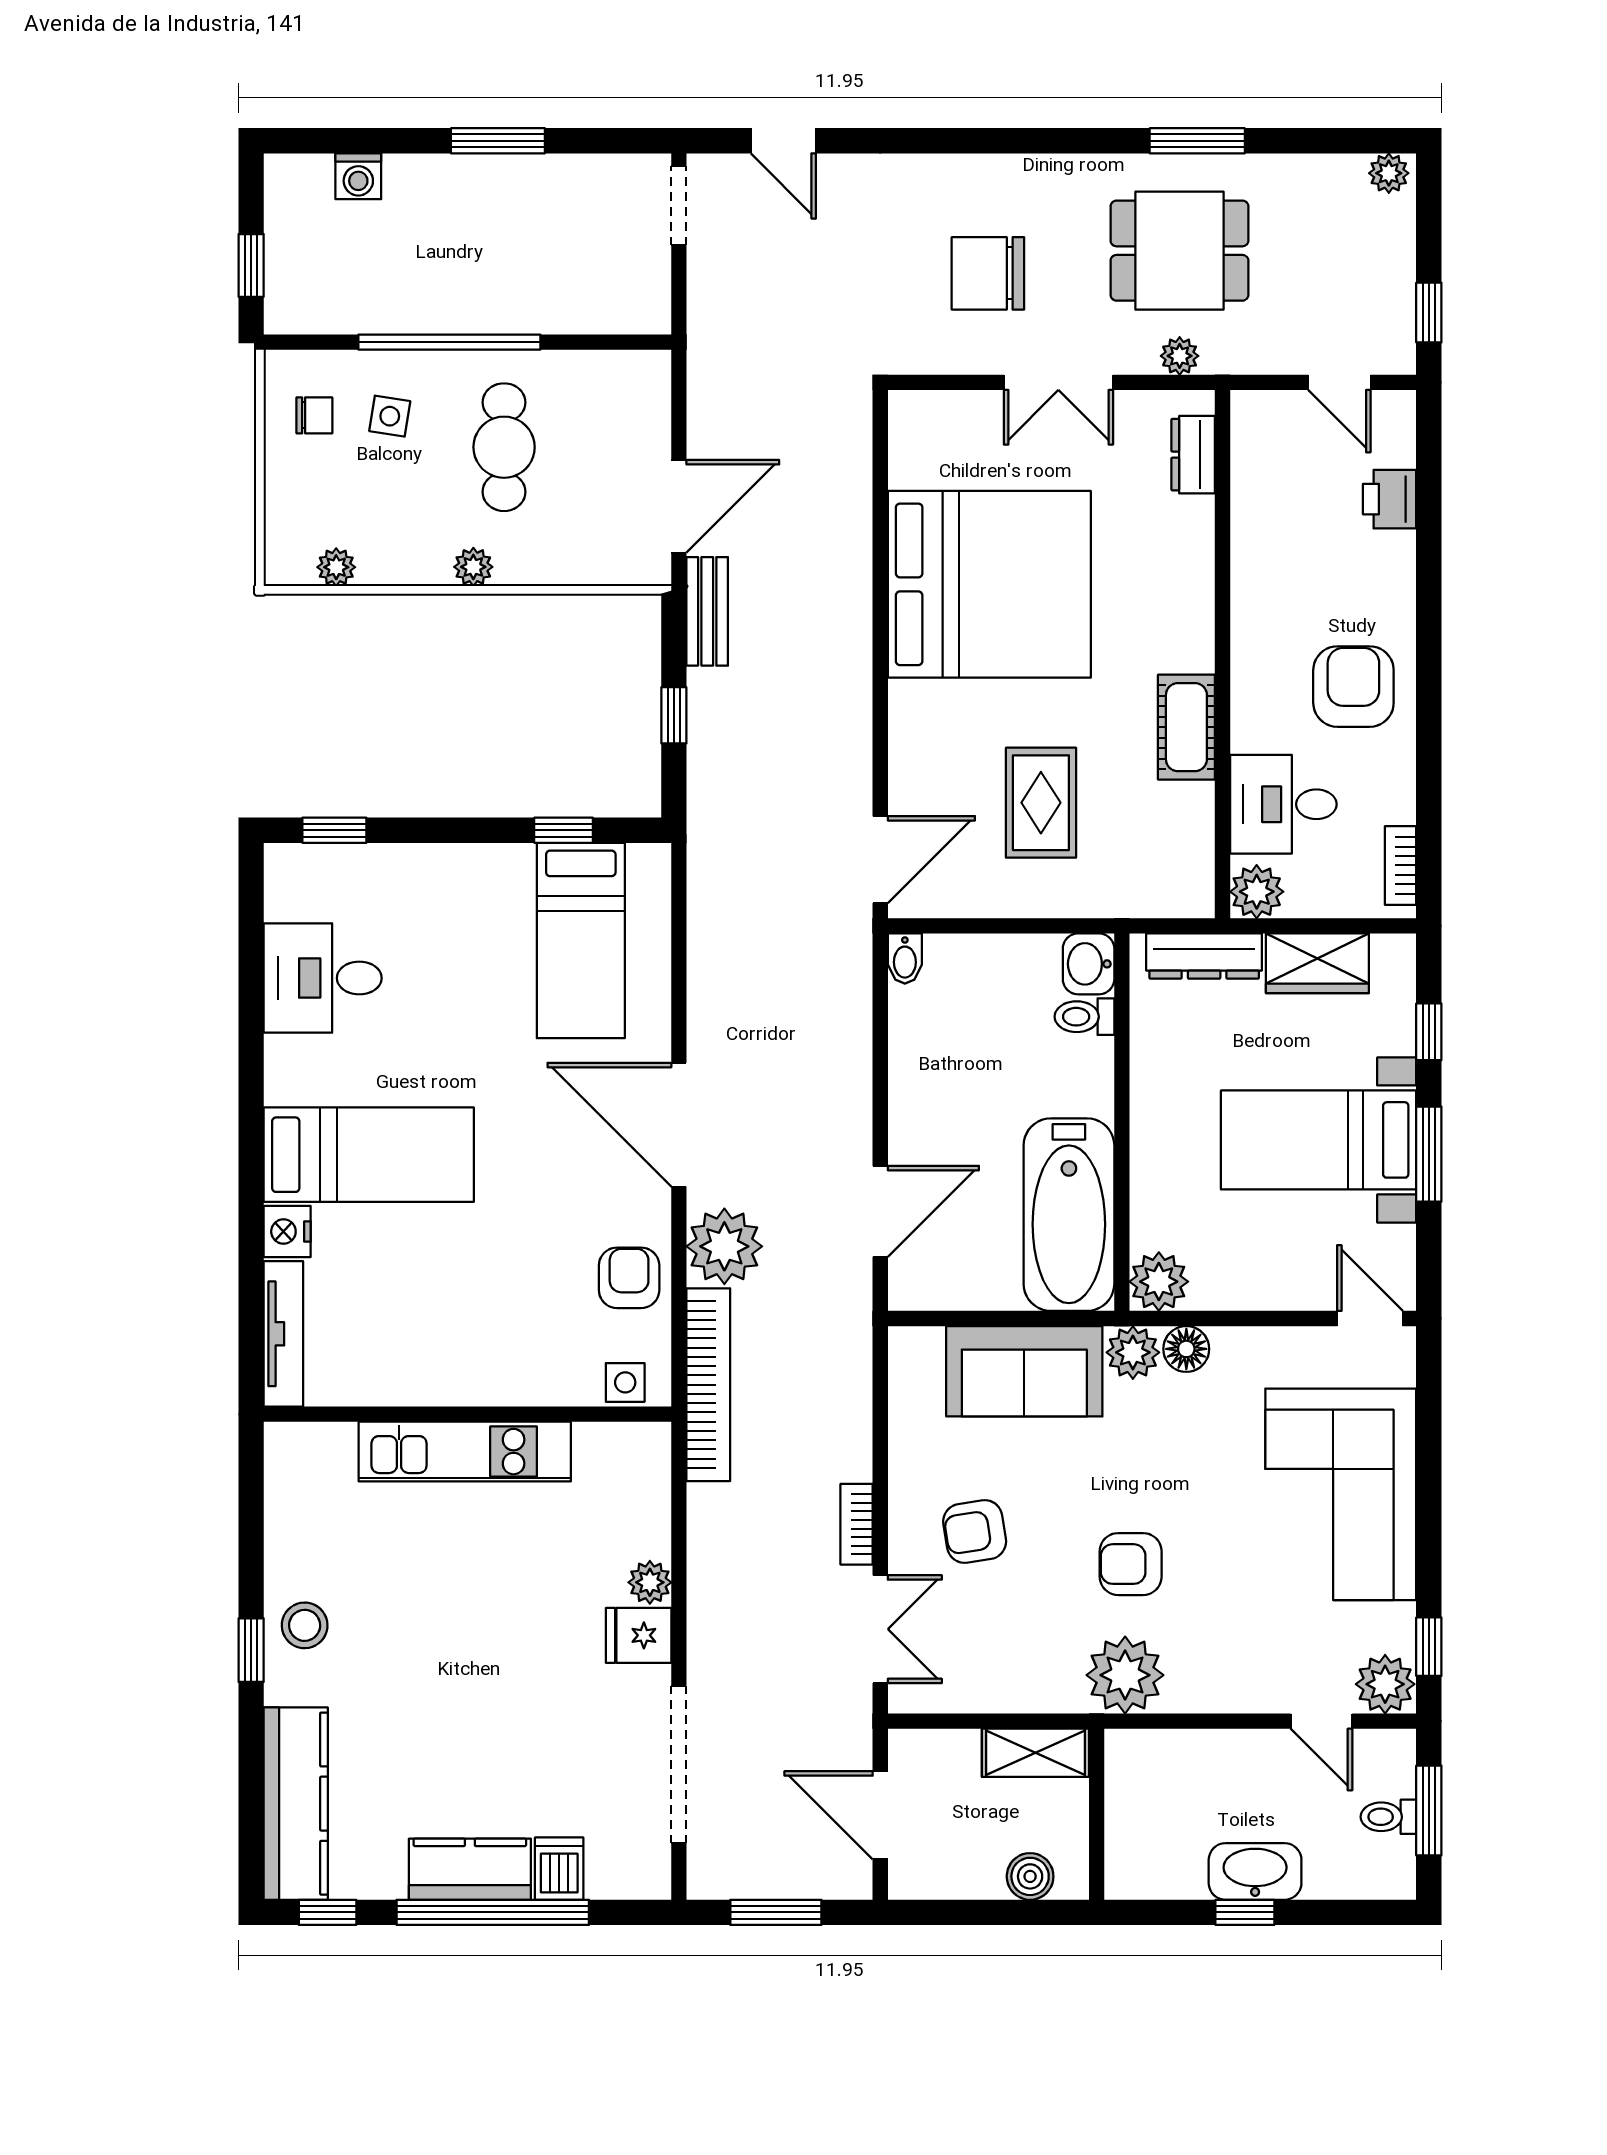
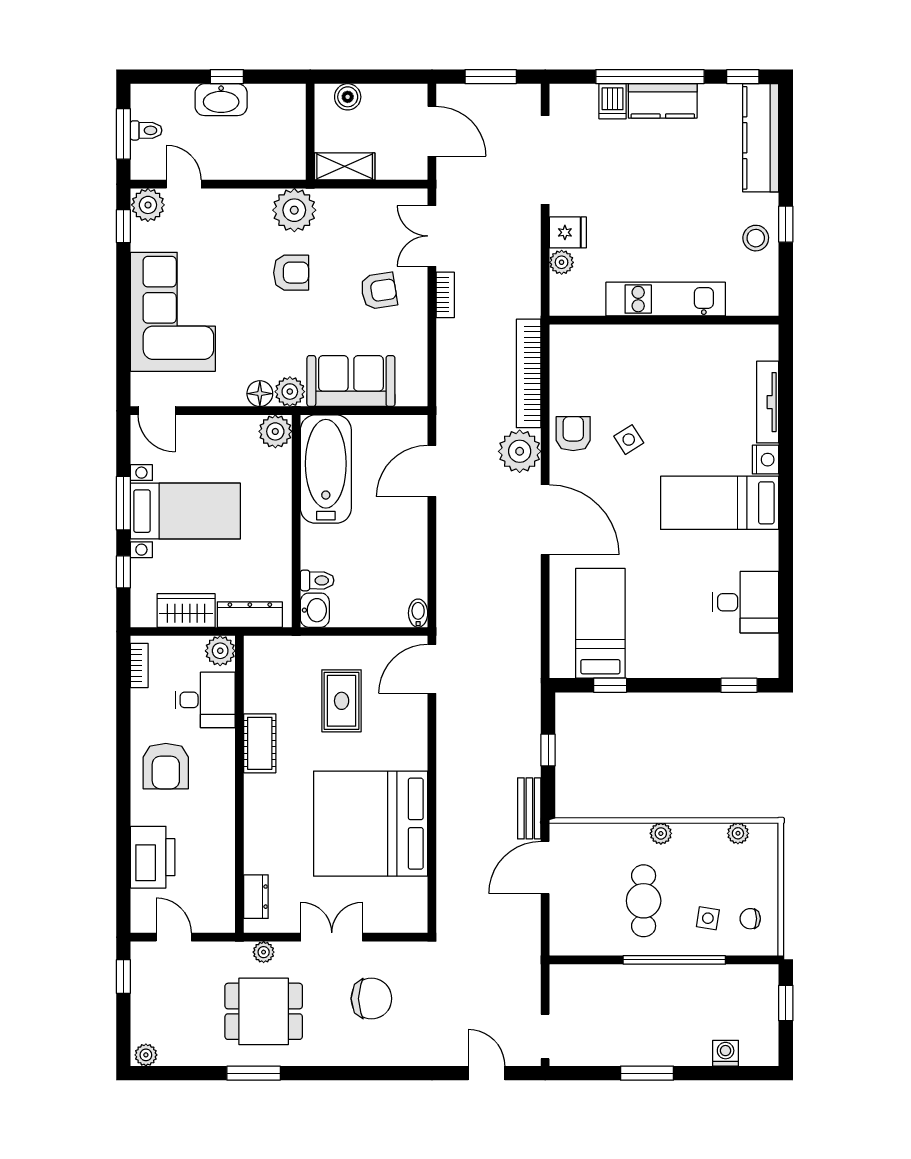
printer: (1390, 499) -> (153, 857), width x1.87, depth x1.48
armchair: (629, 1278) -> (573, 434), turned 180
side table: (625, 1382) -> (629, 440), moved, turned -32
wall: (468, 1414) -> (664, 320), moved
kitchen unit: (465, 1452) -> (666, 299), moved

